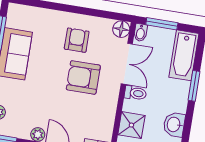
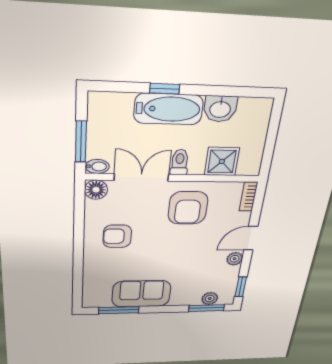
bathtub: (184, 55) -> (169, 109), moved
armchair: (83, 77) -> (188, 208), moved
window: (194, 86) -> (165, 89), width x0.67

